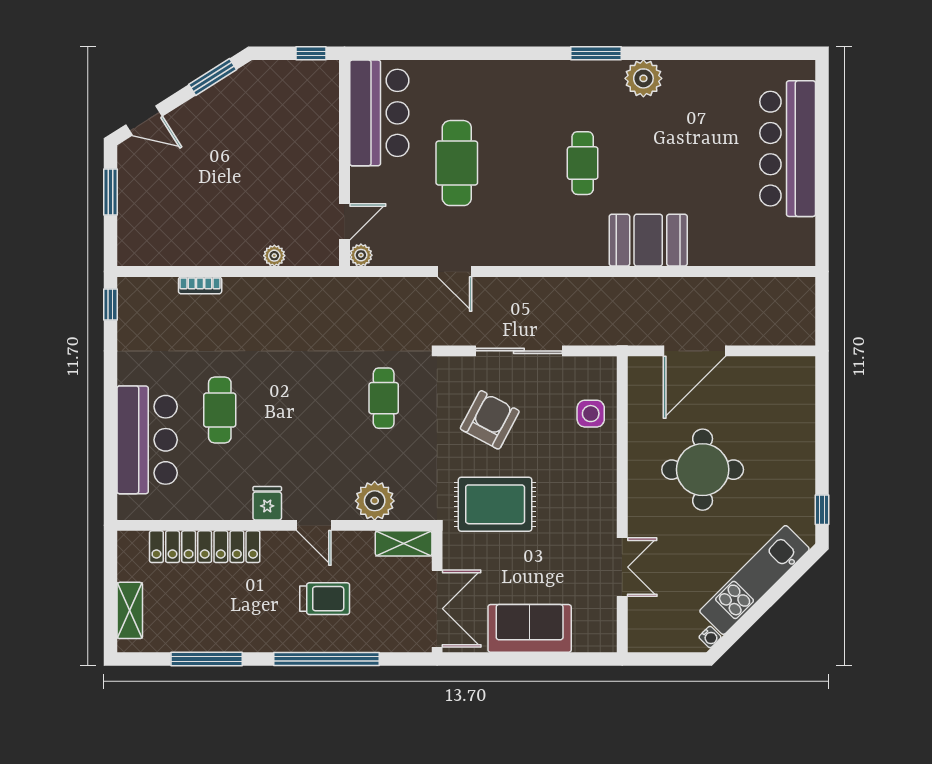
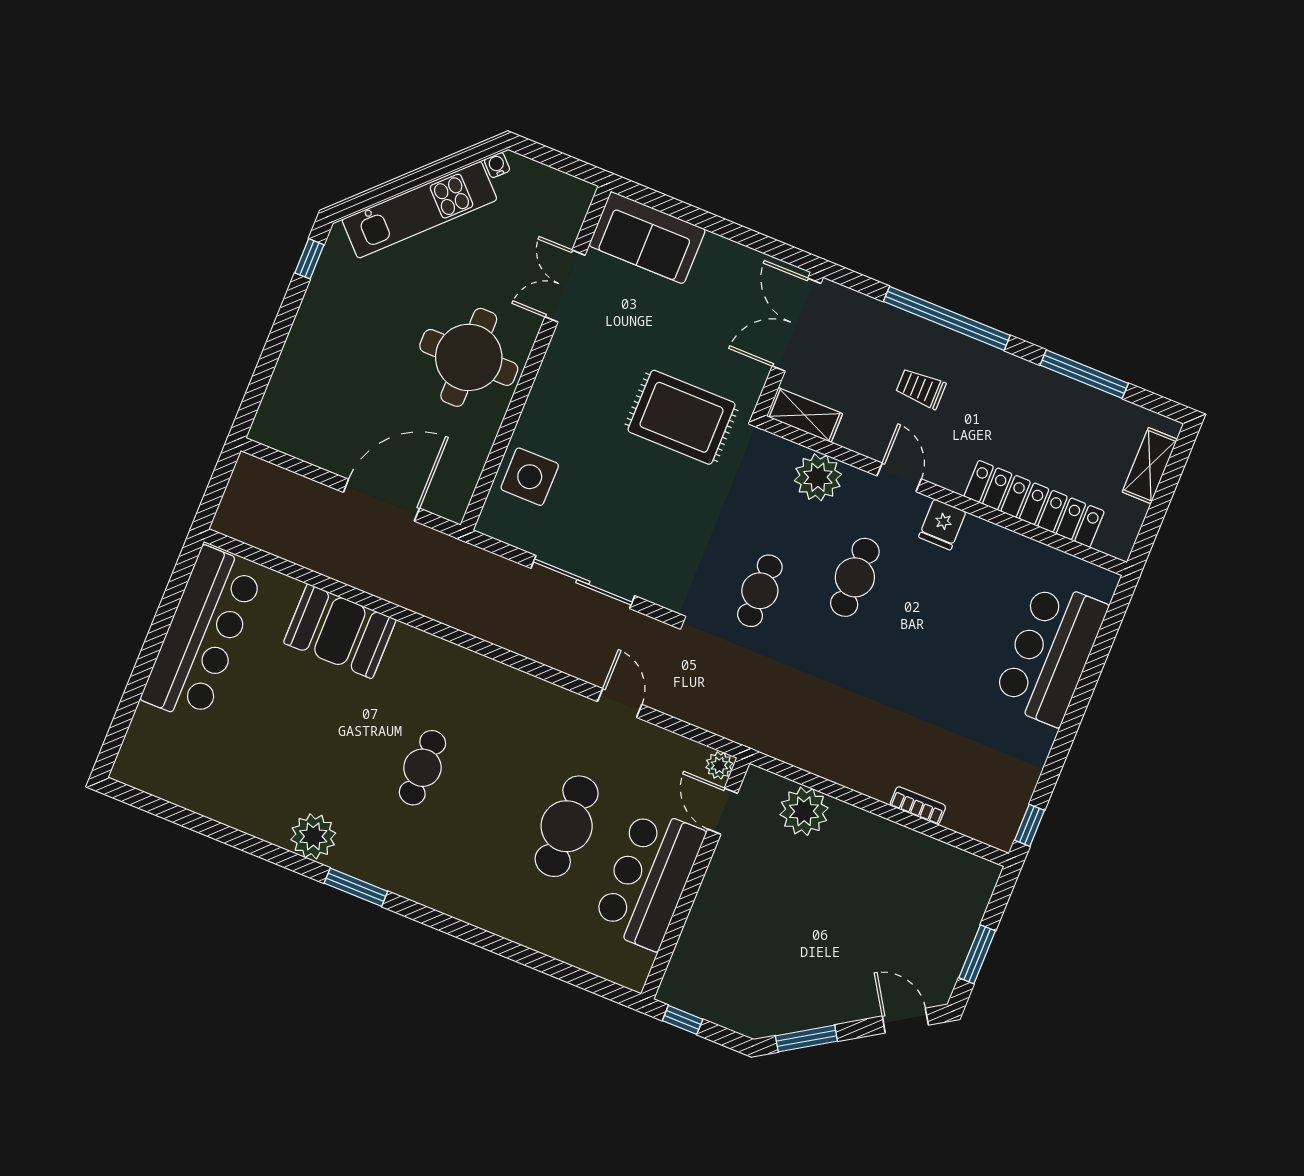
bar counter: (379, 113) -> (649, 879), moved
bar counter: (788, 149) -> (203, 634), moved
door: (344, 222) -> (723, 811), hinge flipped
booth: (648, 240) -> (340, 631), moved
plant: (274, 256) -> (804, 811), width x1.87, depth x1.87
cafe table: (220, 410) -> (855, 577), moved
side table: (591, 414) -> (530, 477), width x1.37, depth x1.37
armchair: (490, 420) -> (648, 517), removed
round table: (703, 470) -> (469, 357), moved
trolley: (325, 599) -> (921, 388), width x0.73, depth x0.72
sofa: (530, 628) -> (647, 238), moved

